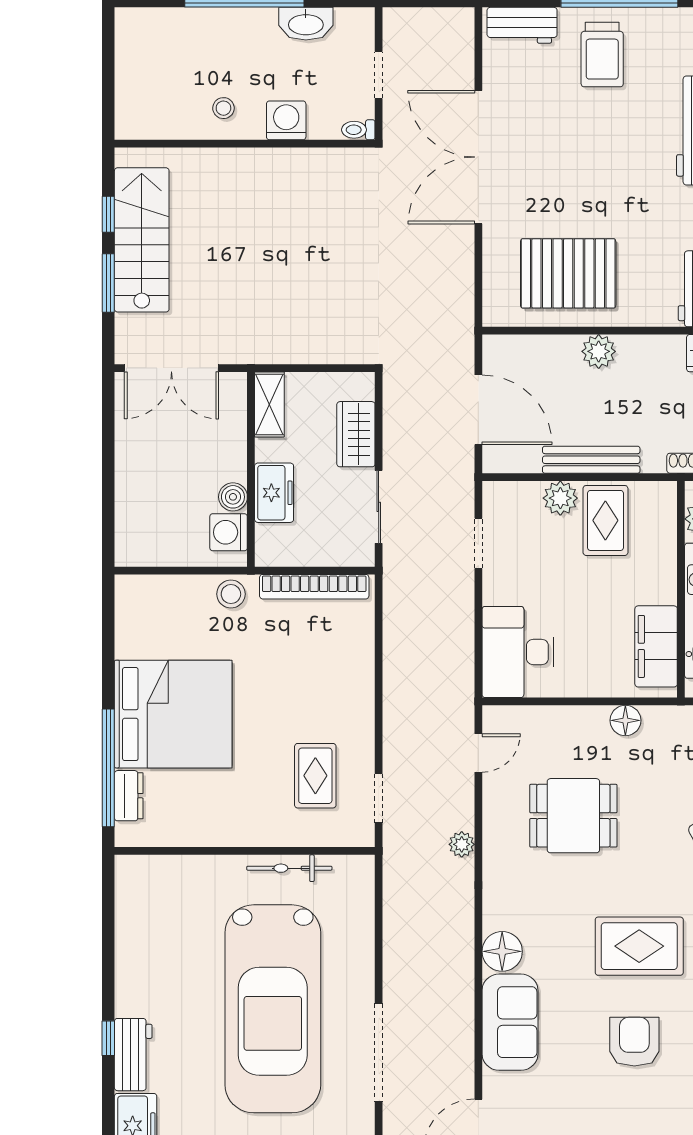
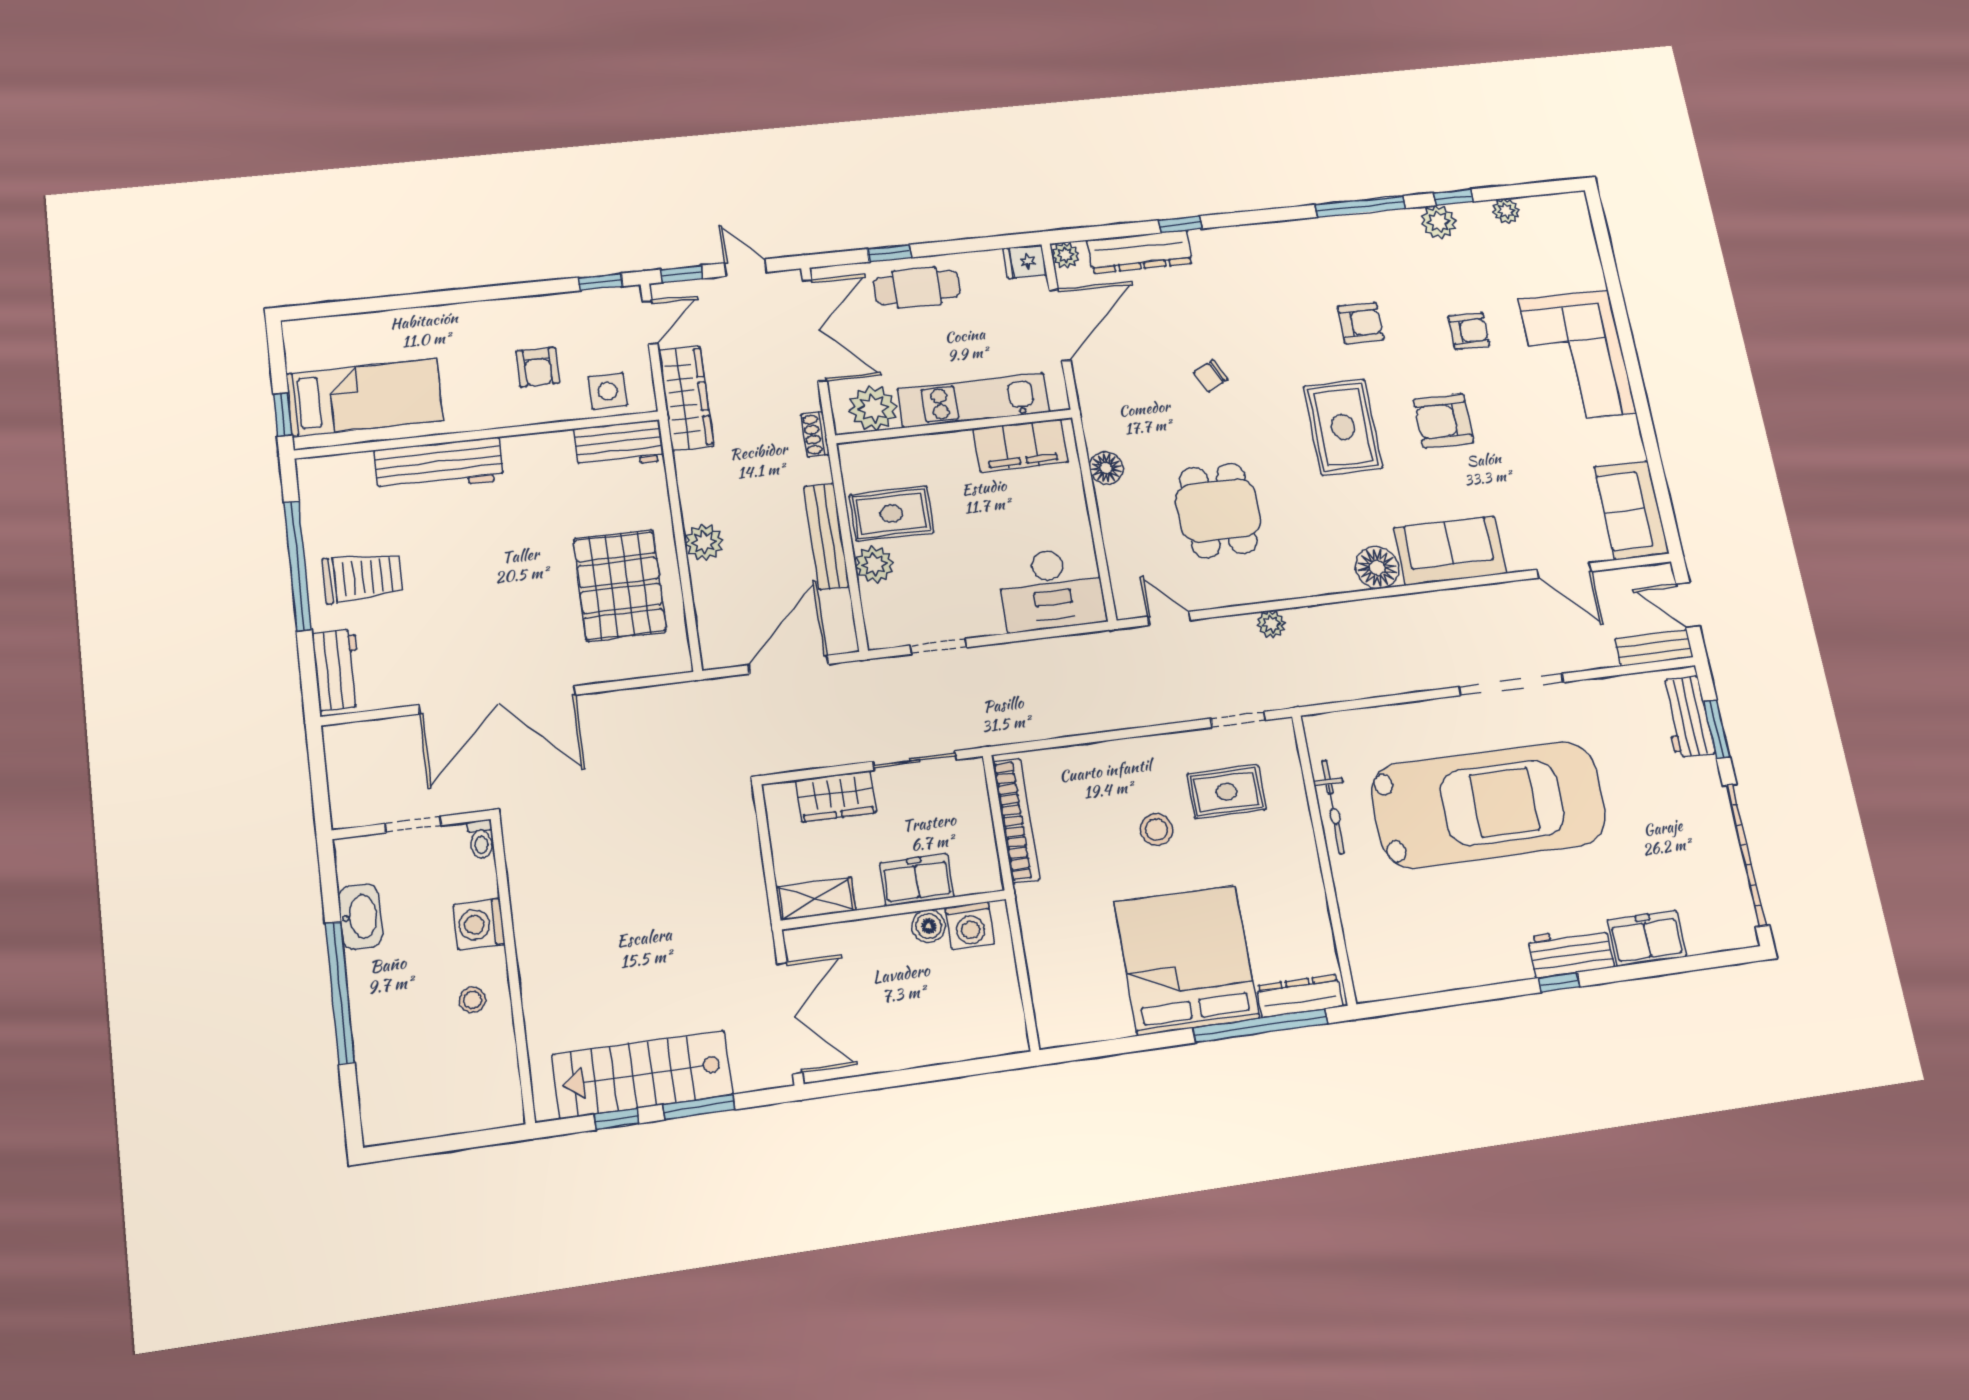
stool: (231, 594) -> (1156, 829), moved
dresser: (129, 796) -> (1300, 996), width x1.44

